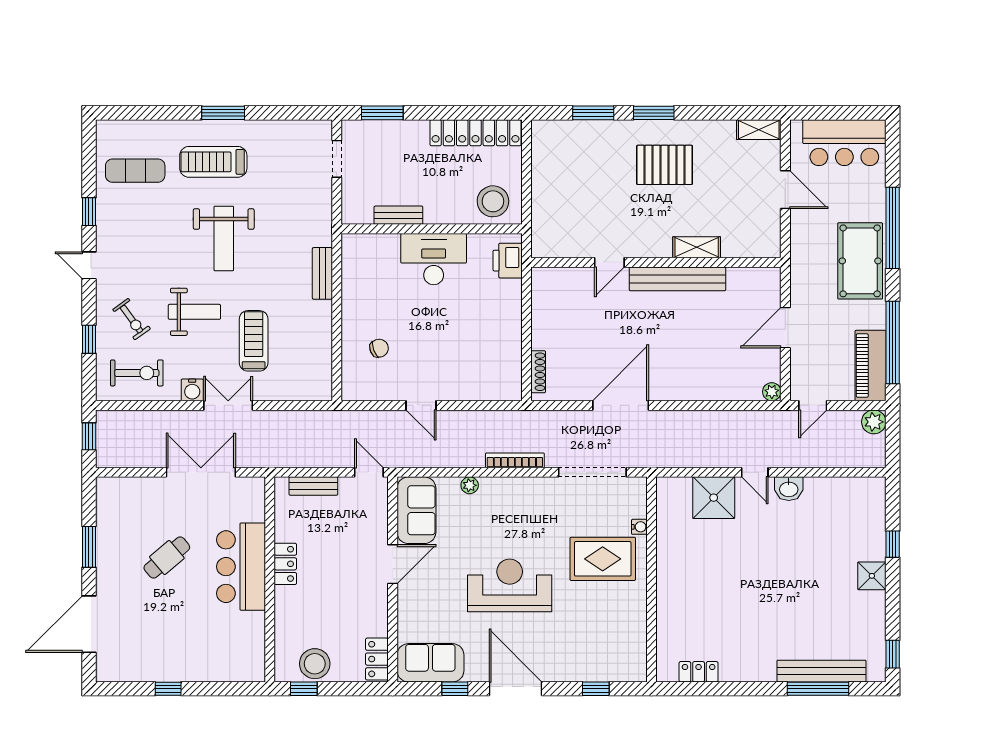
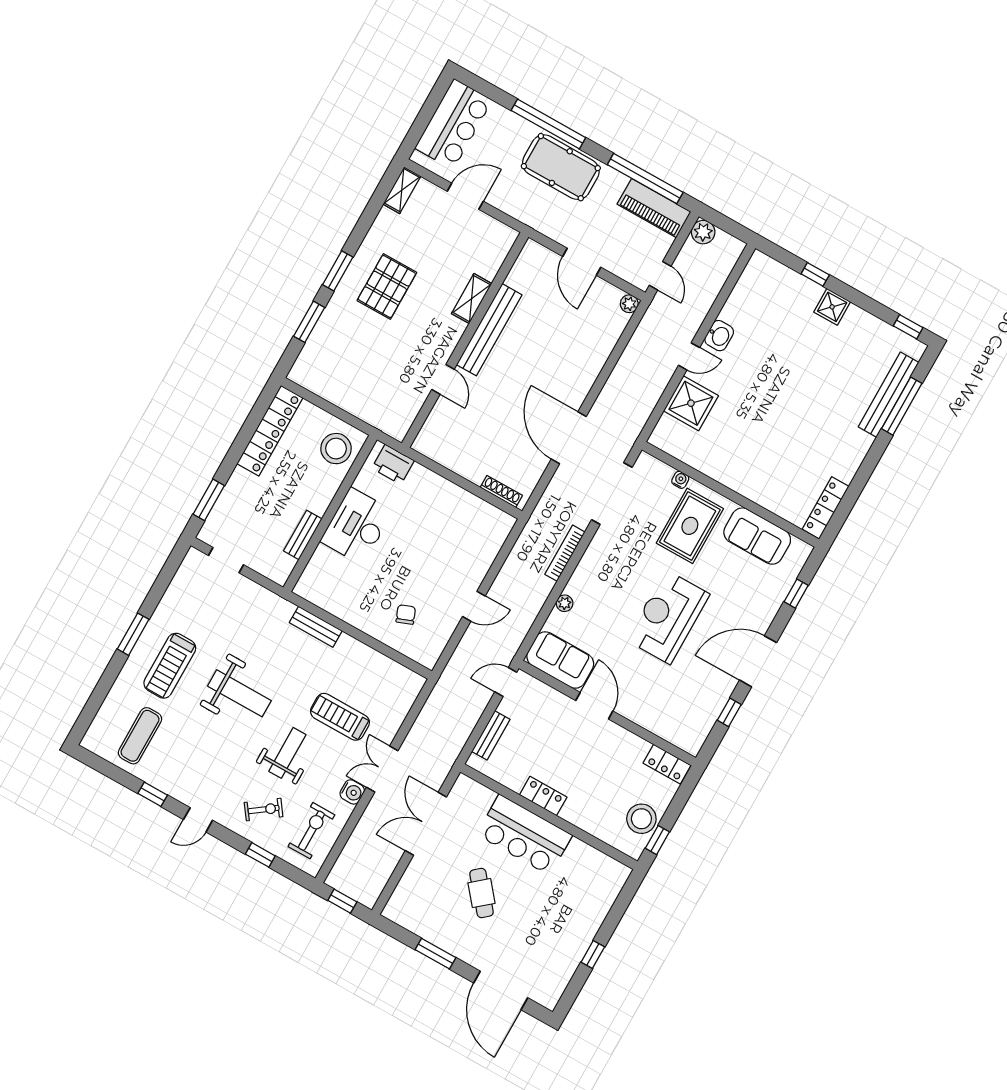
sofa: (430, 663) -> (757, 536), moved, turned -90
locker: (699, 672) -> (826, 508), width x1.53

